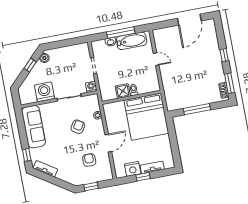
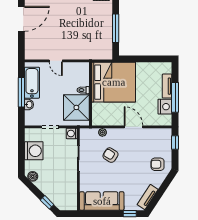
door: (189, 20) -> (21, 19), hinge flipped
door: (156, 59) -> (56, 61), swing flipped
window: (30, 65) -> (47, 202), moved
shower: (123, 91) -> (76, 107), width x1.86, depth x1.86
washing machine: (45, 92) -> (34, 151), moved, turned 180
armchair: (89, 160) -> (158, 164), moved
window: (143, 177) -> (175, 97), width x2.17
window: (91, 187) -> (175, 143), moved

